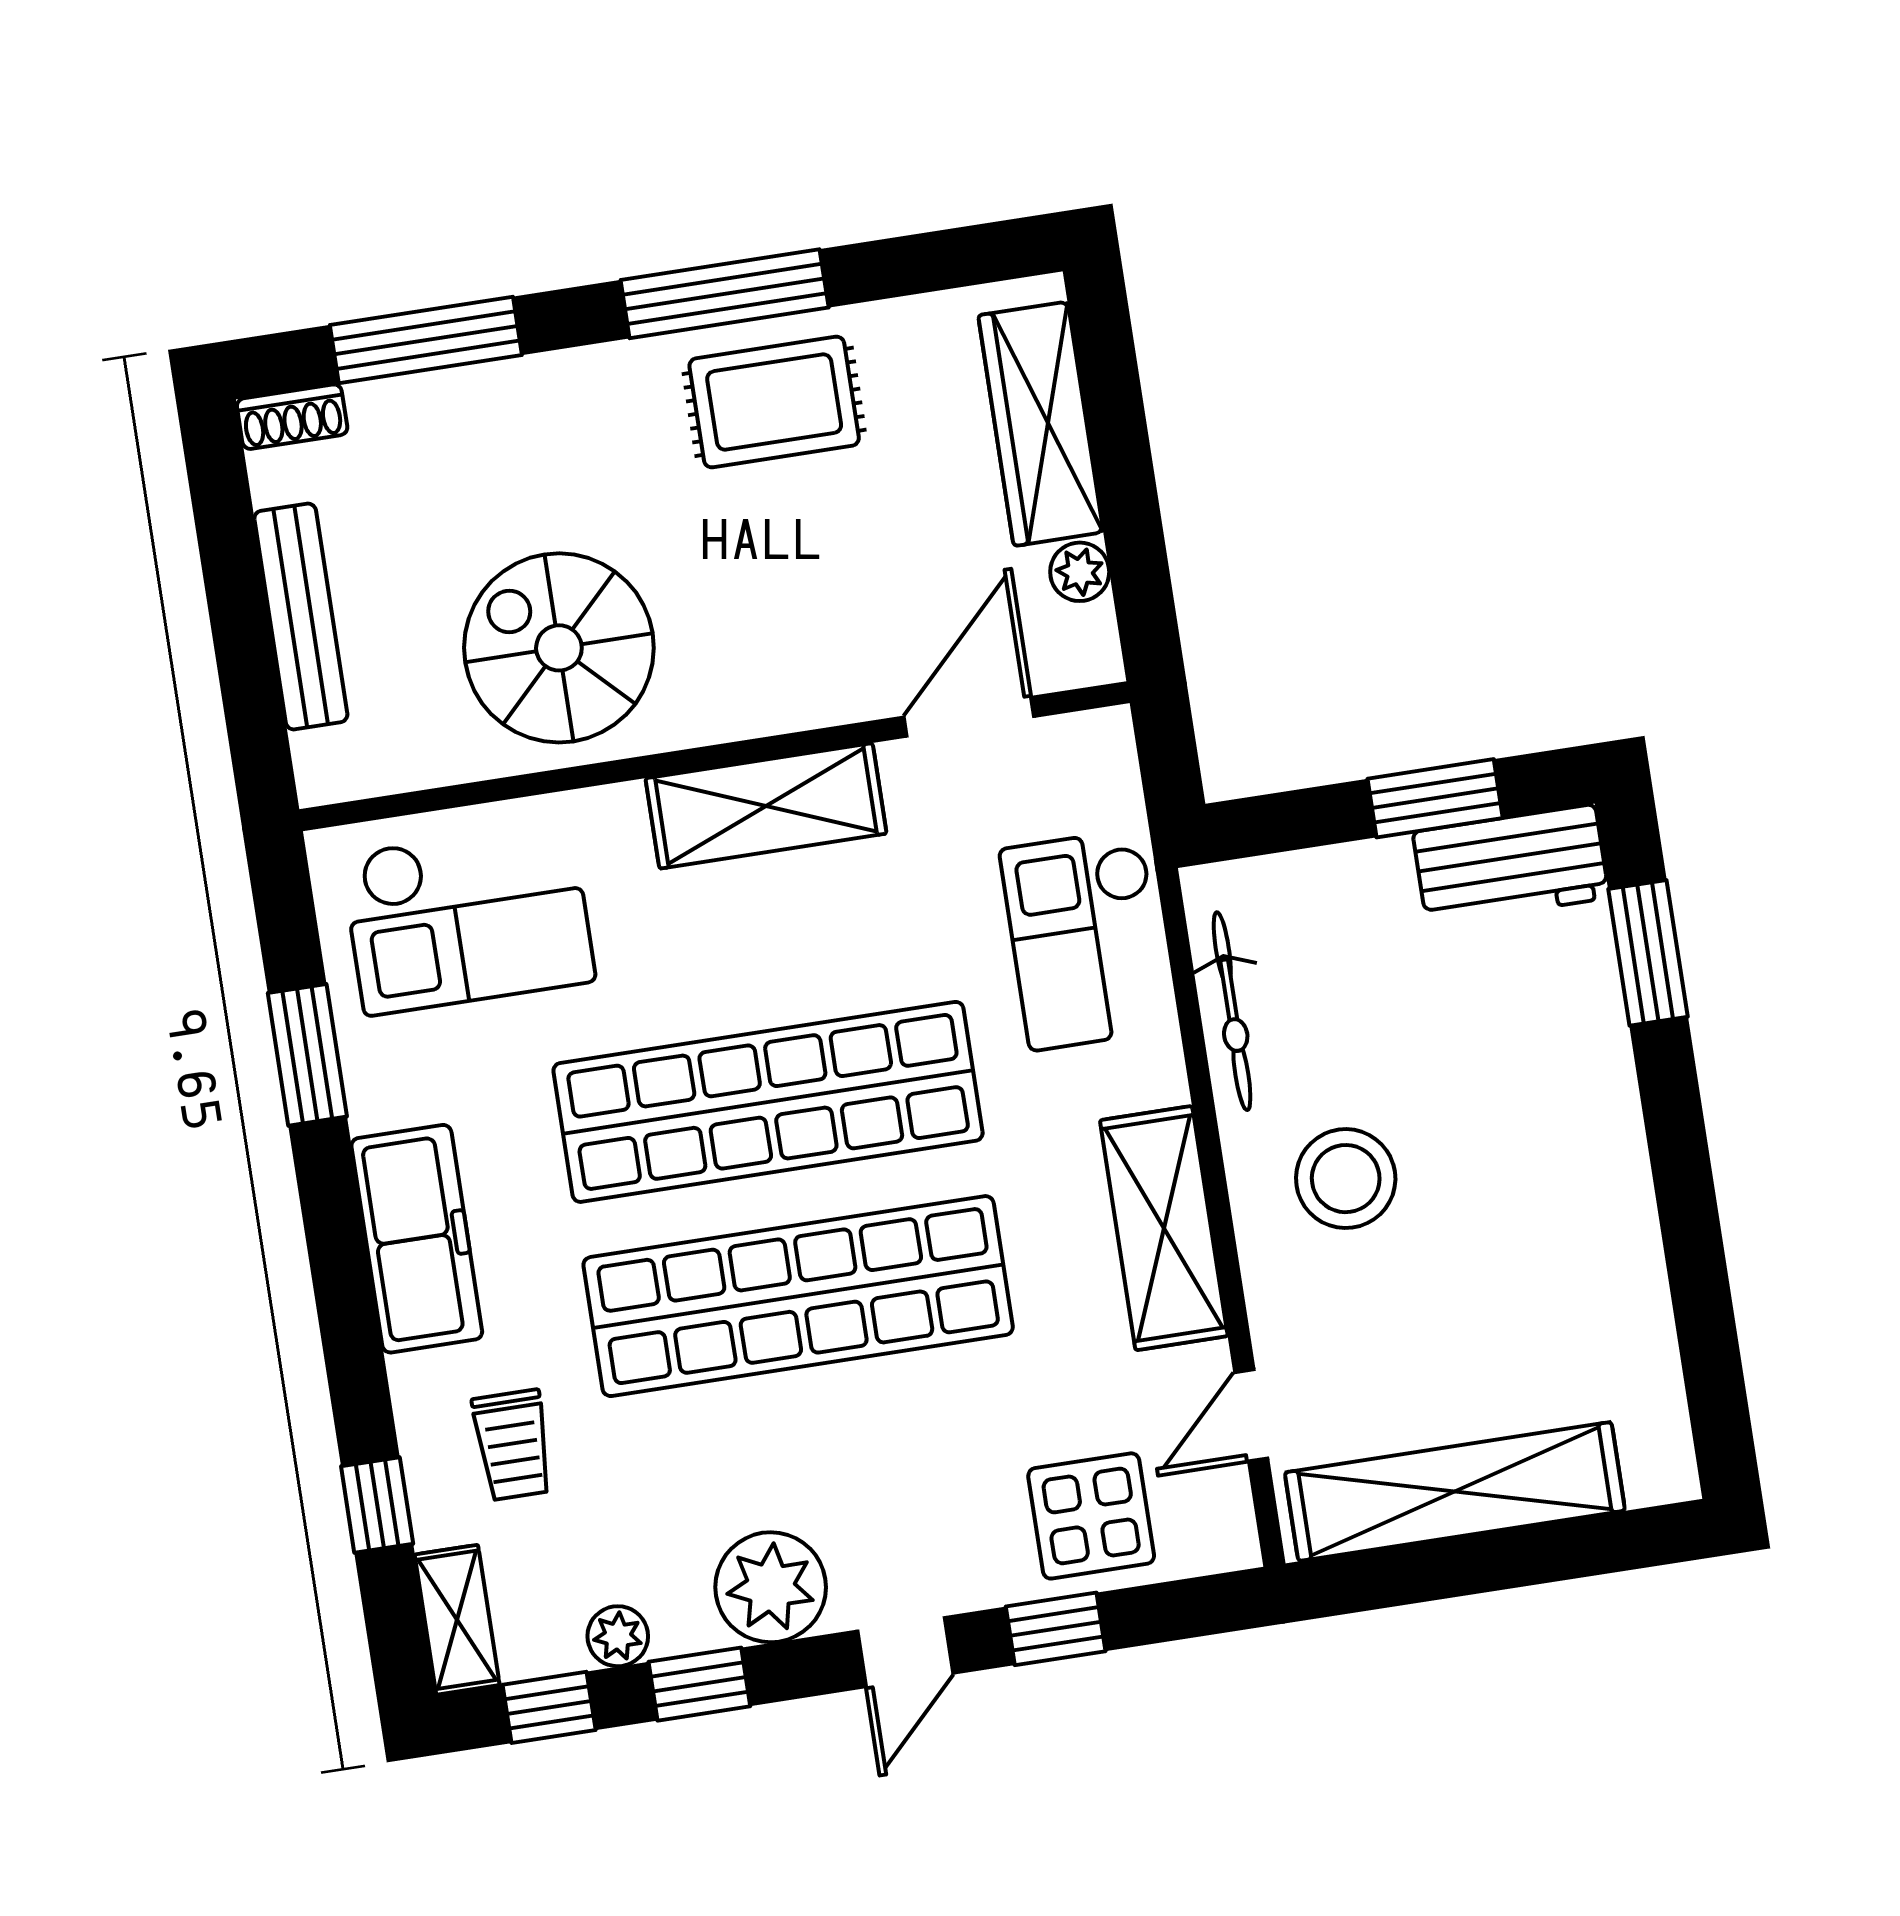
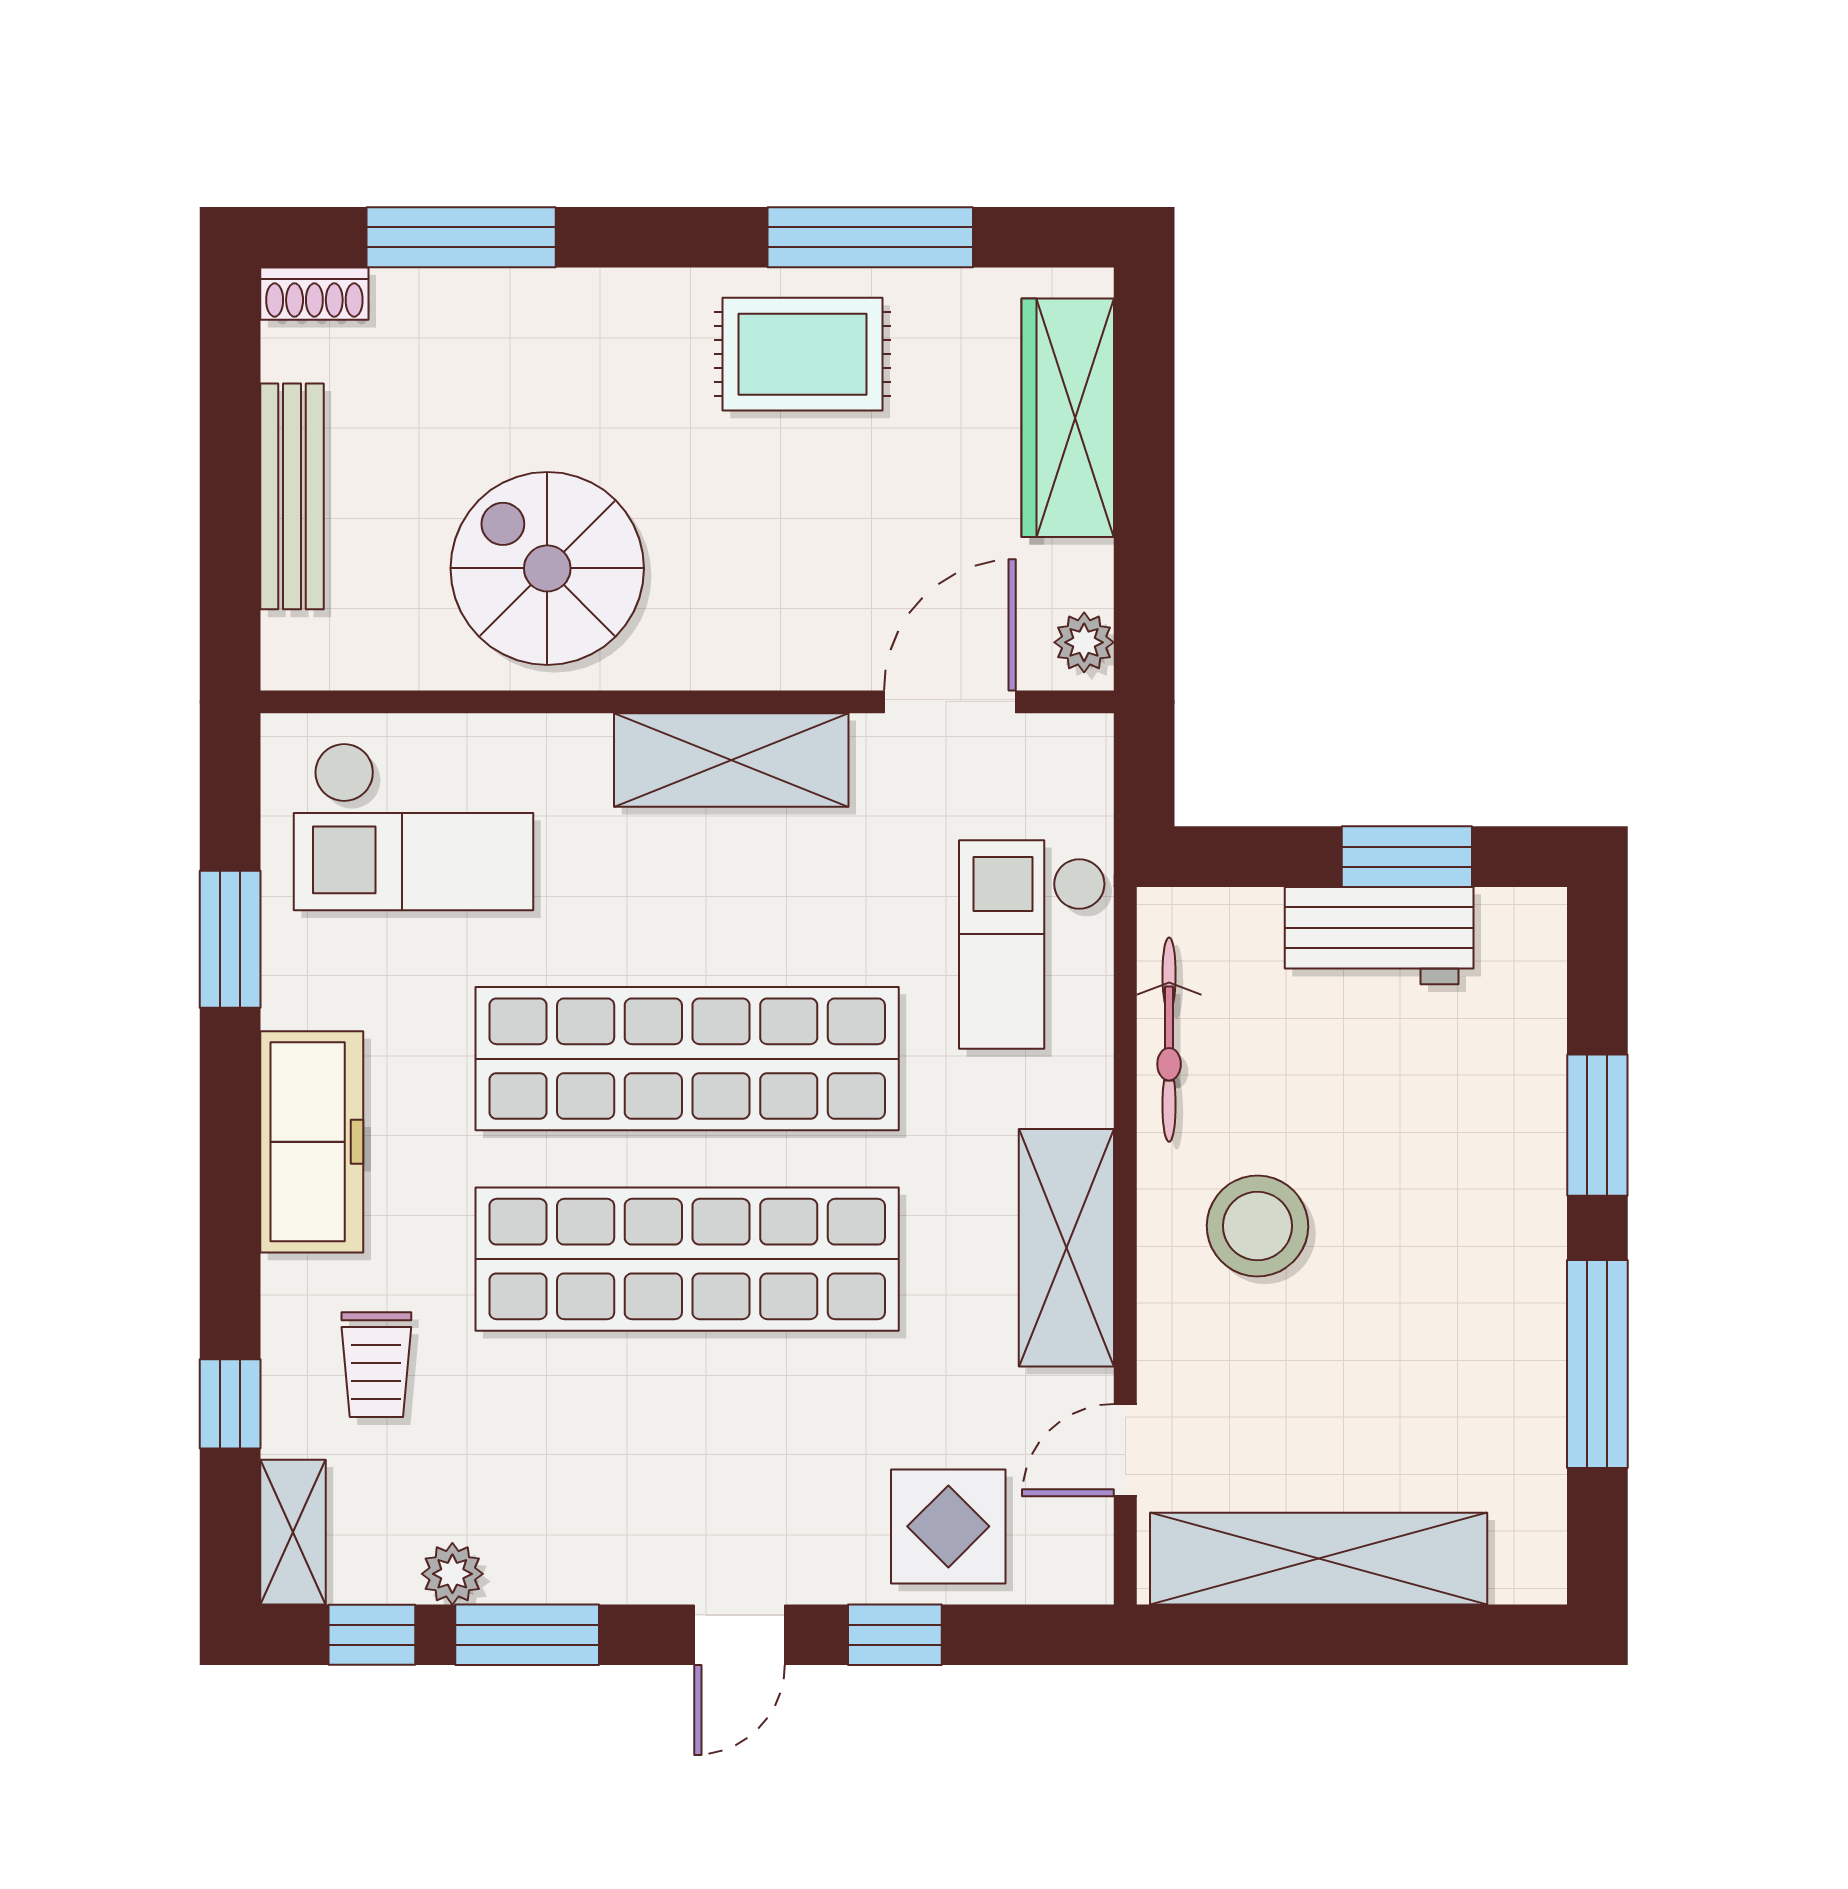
window: (725, 294) -> (870, 237), moved
plant: (1080, 572) -> (1084, 642), moved
workbench: (1511, 865) -> (1379, 936), moved
window: (1648, 953) -> (1597, 1125), moved
window: (1696, 1261) -> (1597, 1364), added
plant: (771, 1587) -> (614, 1548), removed
window: (699, 1684) -> (527, 1635), width x1.50

